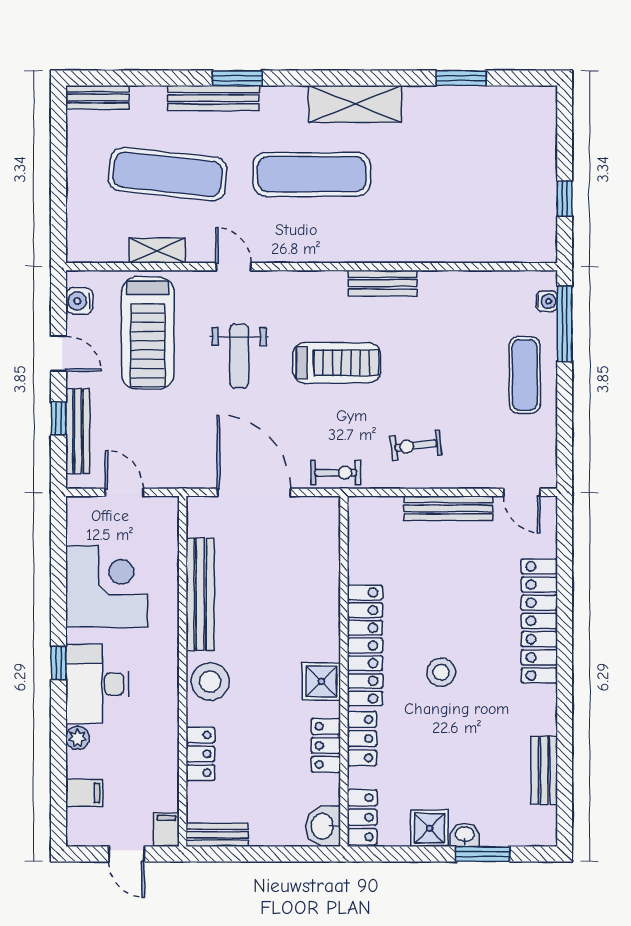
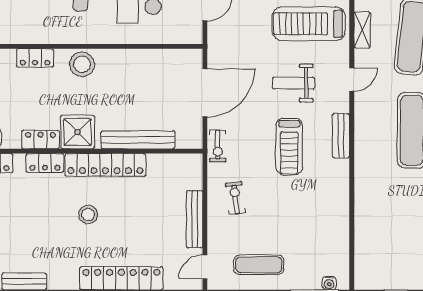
bench: (383, 283) -> (341, 136), moved
exercise mat: (525, 375) -> (259, 265), moved
bench: (200, 594) -> (138, 140), moved
shower: (321, 681) -> (78, 132), width x1.36, depth x1.36

